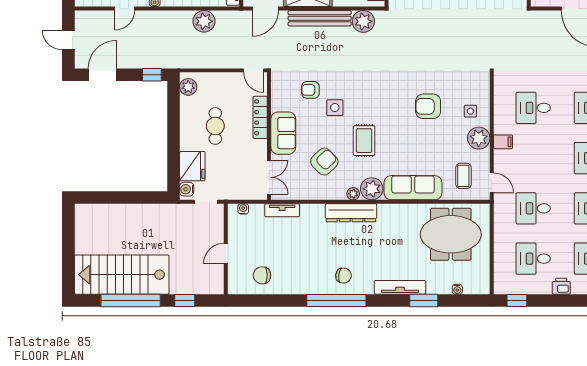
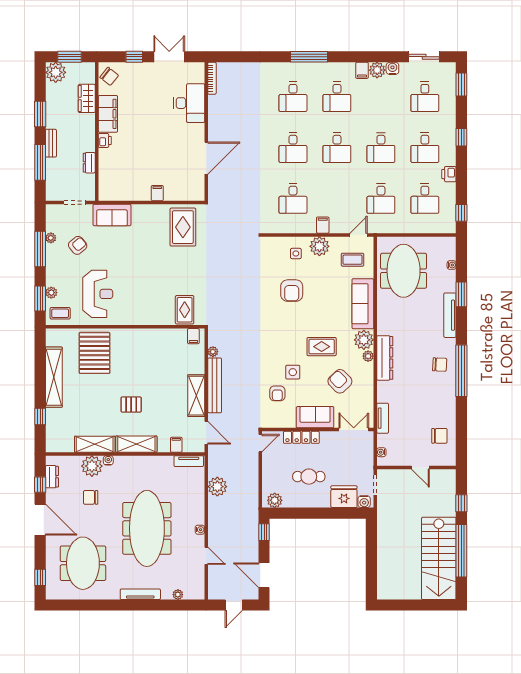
plant: (363, 21) -> (213, 352), width x0.53, depth x0.53
chair: (262, 275) -> (439, 436), turned -90
chair: (343, 276) -> (440, 365), turned 86

